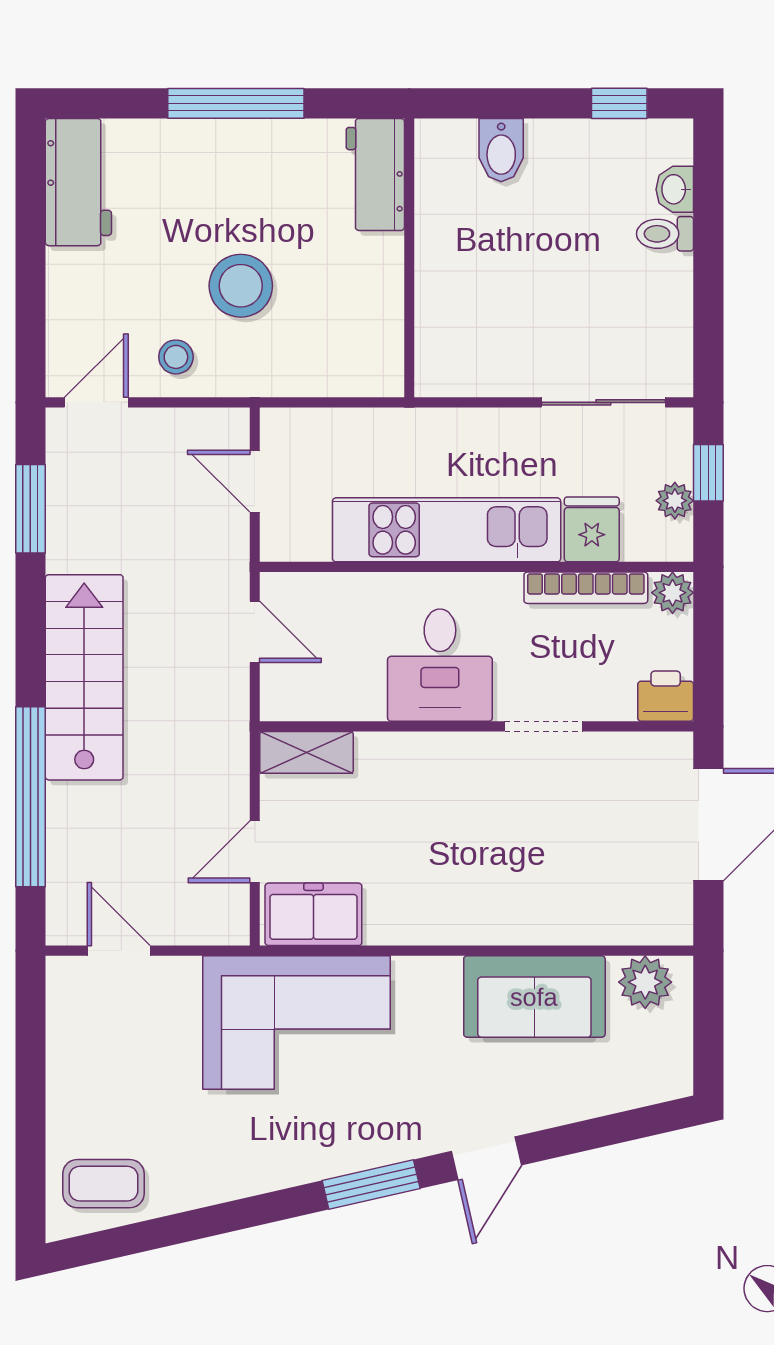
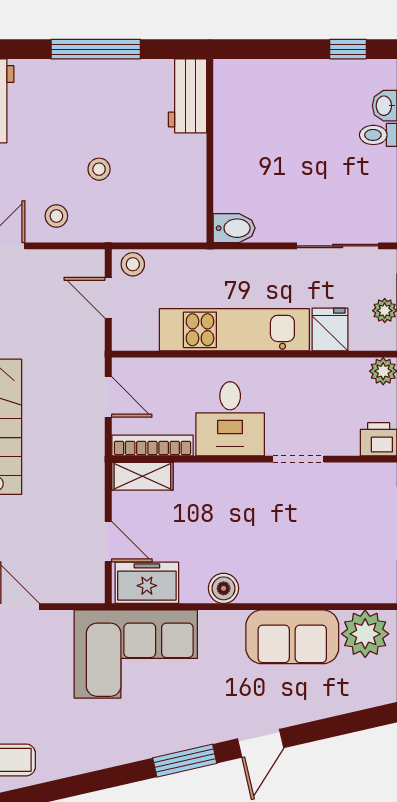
bidet: (501, 150) -> (234, 228), moved, turned -90
stool: (241, 286) -> (99, 169), width x0.53, depth x0.53
stool: (292, 430) -> (133, 264), added
bookcase: (586, 588) -> (152, 445), moved, turned 180
door: (255, 852) -> (108, 542), swing flipped
boiler: (430, 923) -> (224, 588), added
plant: (645, 982) -> (365, 634), width x1.36, depth x1.36

